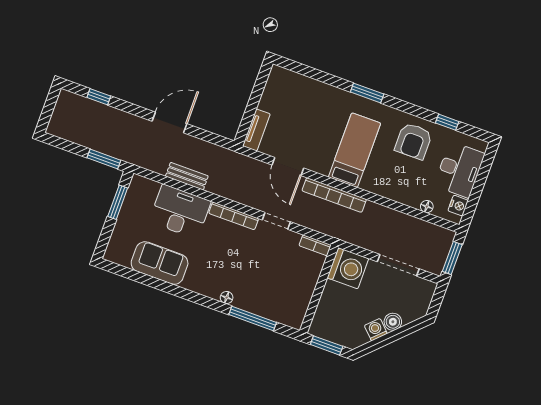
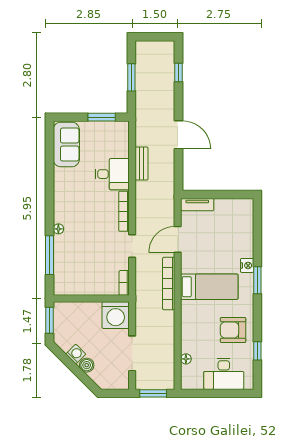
window: (104, 159) -> (131, 77), moved
nightstand: (458, 206) -> (247, 265), moved, turned -90
desk: (180, 211) -> (112, 174), width x0.73
sofa: (160, 263) -> (66, 144), moved

